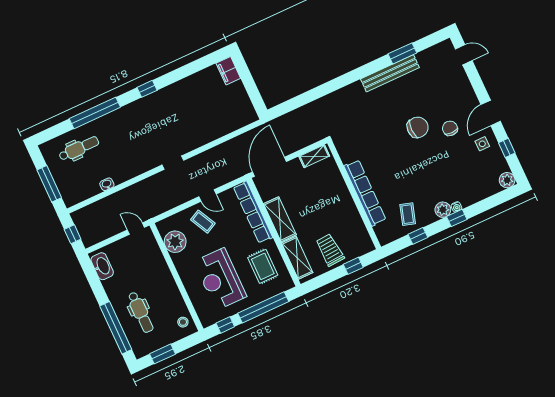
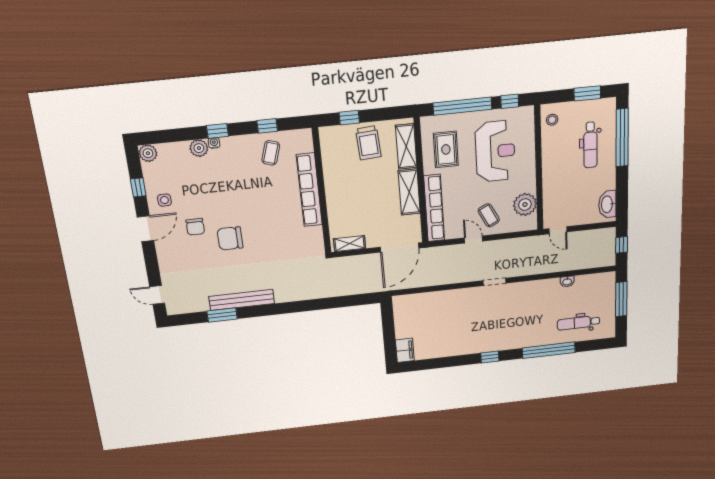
plant: (443, 210) -> (199, 148), moved
dental chair: (141, 312) -> (590, 145), turned 180

